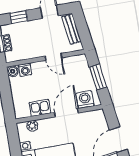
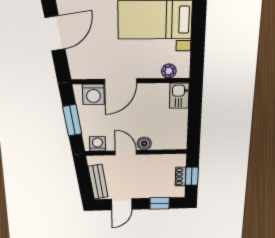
washing machine: (25, 70) -> (97, 144), moved
boiler: (13, 71) -> (144, 144), moved
kitchen sink: (40, 108) -> (179, 96), moved, turned 90

